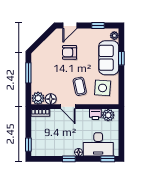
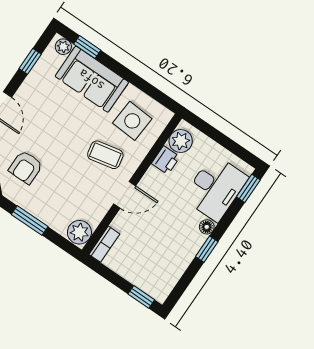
armchair: (70, 52) -> (26, 167), moved
window: (121, 58) -> (87, 47), moved
floor lamp: (51, 99) -> (94, 213), removed

